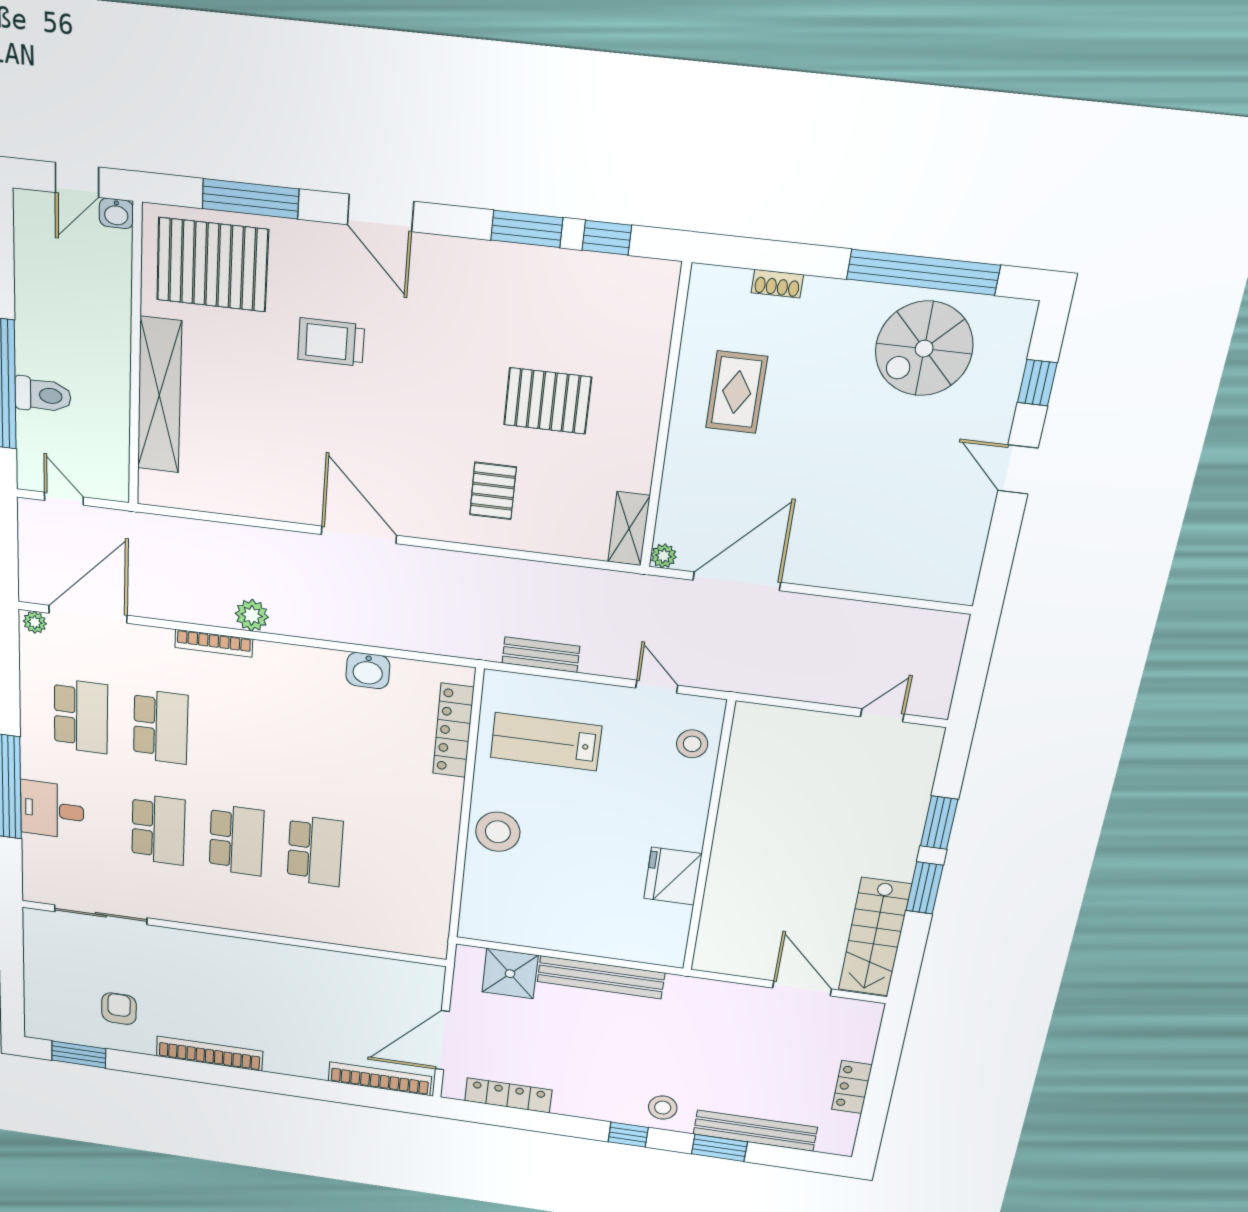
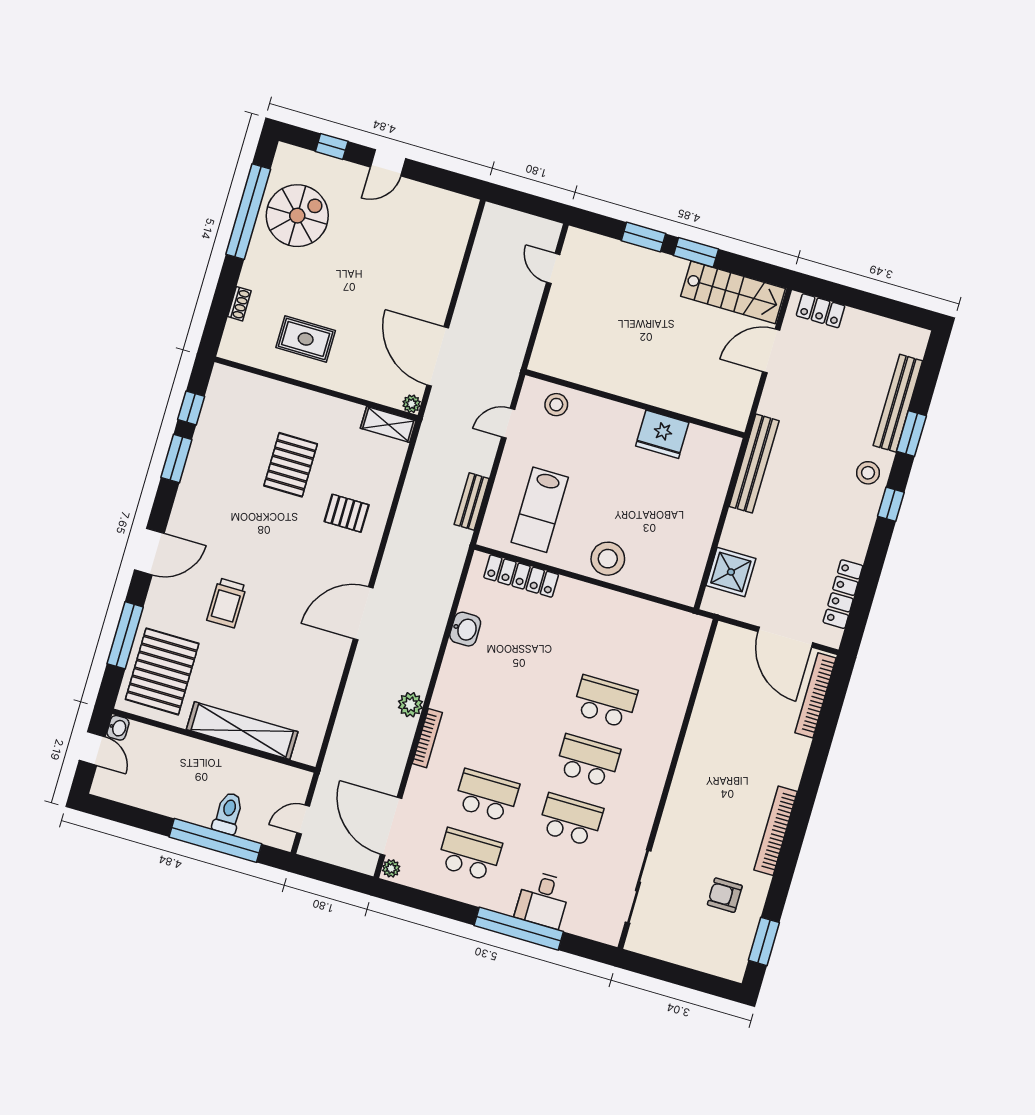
spiral stairs: (924, 349) -> (297, 216), turned -90
bench: (601, 977) -> (754, 464), moved
locker: (852, 1087) -> (821, 311), moved

